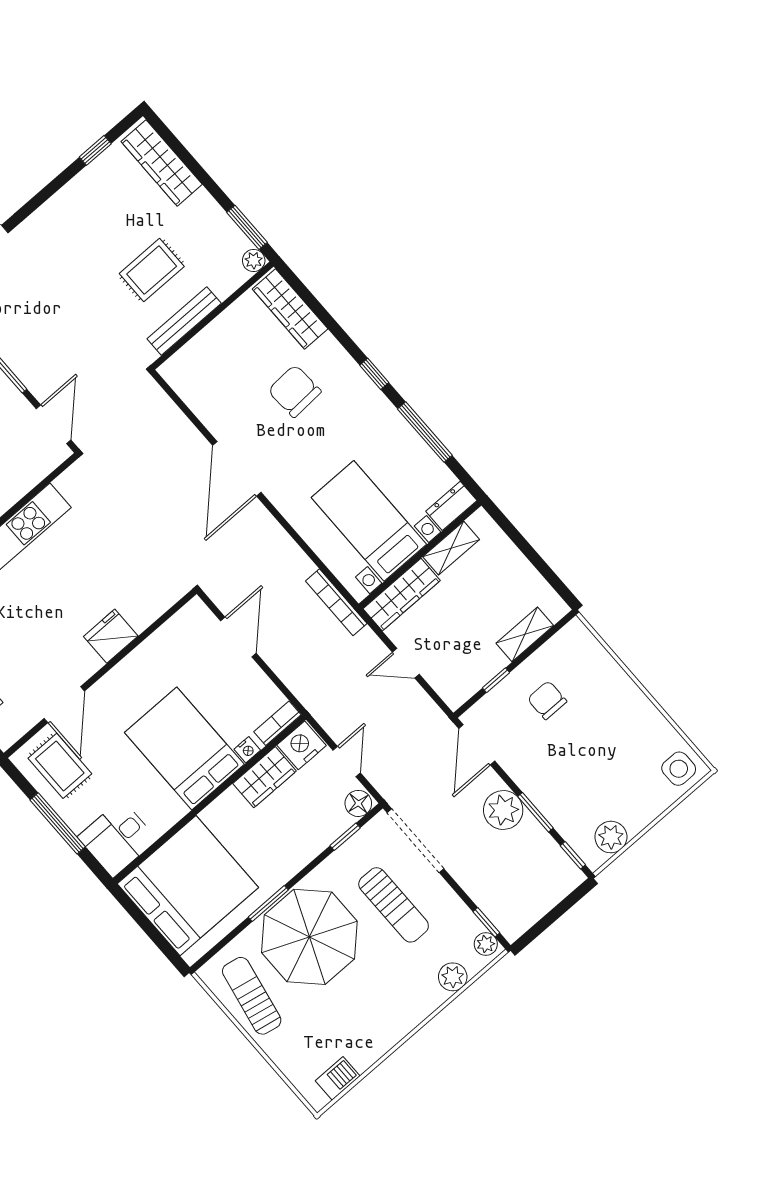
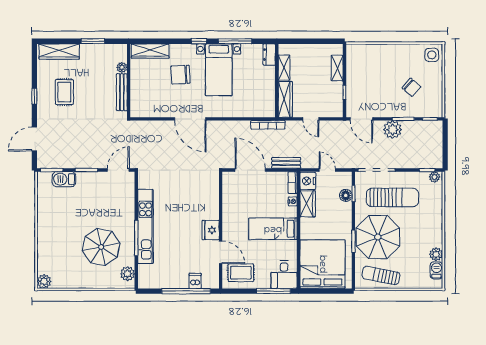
window: (95, 150) -> (34, 96), moved
window: (247, 227) -> (93, 41), moved
plant: (254, 260) -> (122, 67), moved
rug: (152, 270) -> (64, 92), moved
door: (54, 424) -> (118, 170), hinge flipped
bed with nightstands: (369, 521) -> (219, 70), moved, turned -90
fridge: (111, 636) -> (211, 230), moved
door: (238, 637) -> (250, 170), width x1.36
door: (406, 663) -> (311, 119), hinge flipped
bench: (300, 685) -> (286, 163), added
chair: (547, 700) -> (411, 87), moved, turned -139
bed: (184, 748) -> (273, 229), width x0.67
floor lamp: (358, 803) -> (346, 195), moved
window: (58, 823) -> (274, 291), moved
plant: (611, 837) -> (435, 100), removed
sun lounger: (394, 905) -> (392, 197), width x1.36, depth x1.34
plant: (453, 977) -> (436, 254), moved

